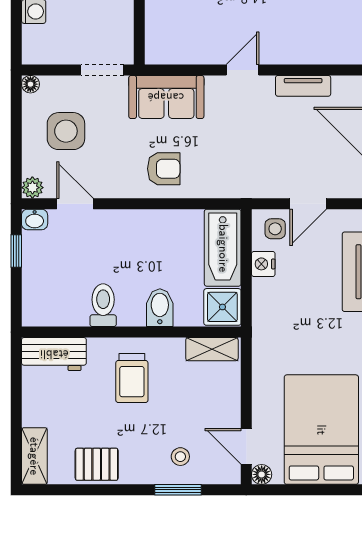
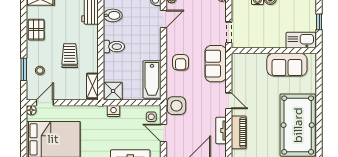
piano: (307, 50) -> (239, 132), added
side table: (66, 131) -> (176, 106), moved
bathtub: (223, 248) -> (152, 79), moved, turned -90
nightstand: (263, 264) -> (113, 111), moved
toilet: (103, 305) -> (114, 47), moved
bidet: (160, 308) -> (113, 15), moved
trolley: (132, 378) -> (70, 56), moved, turned 90

